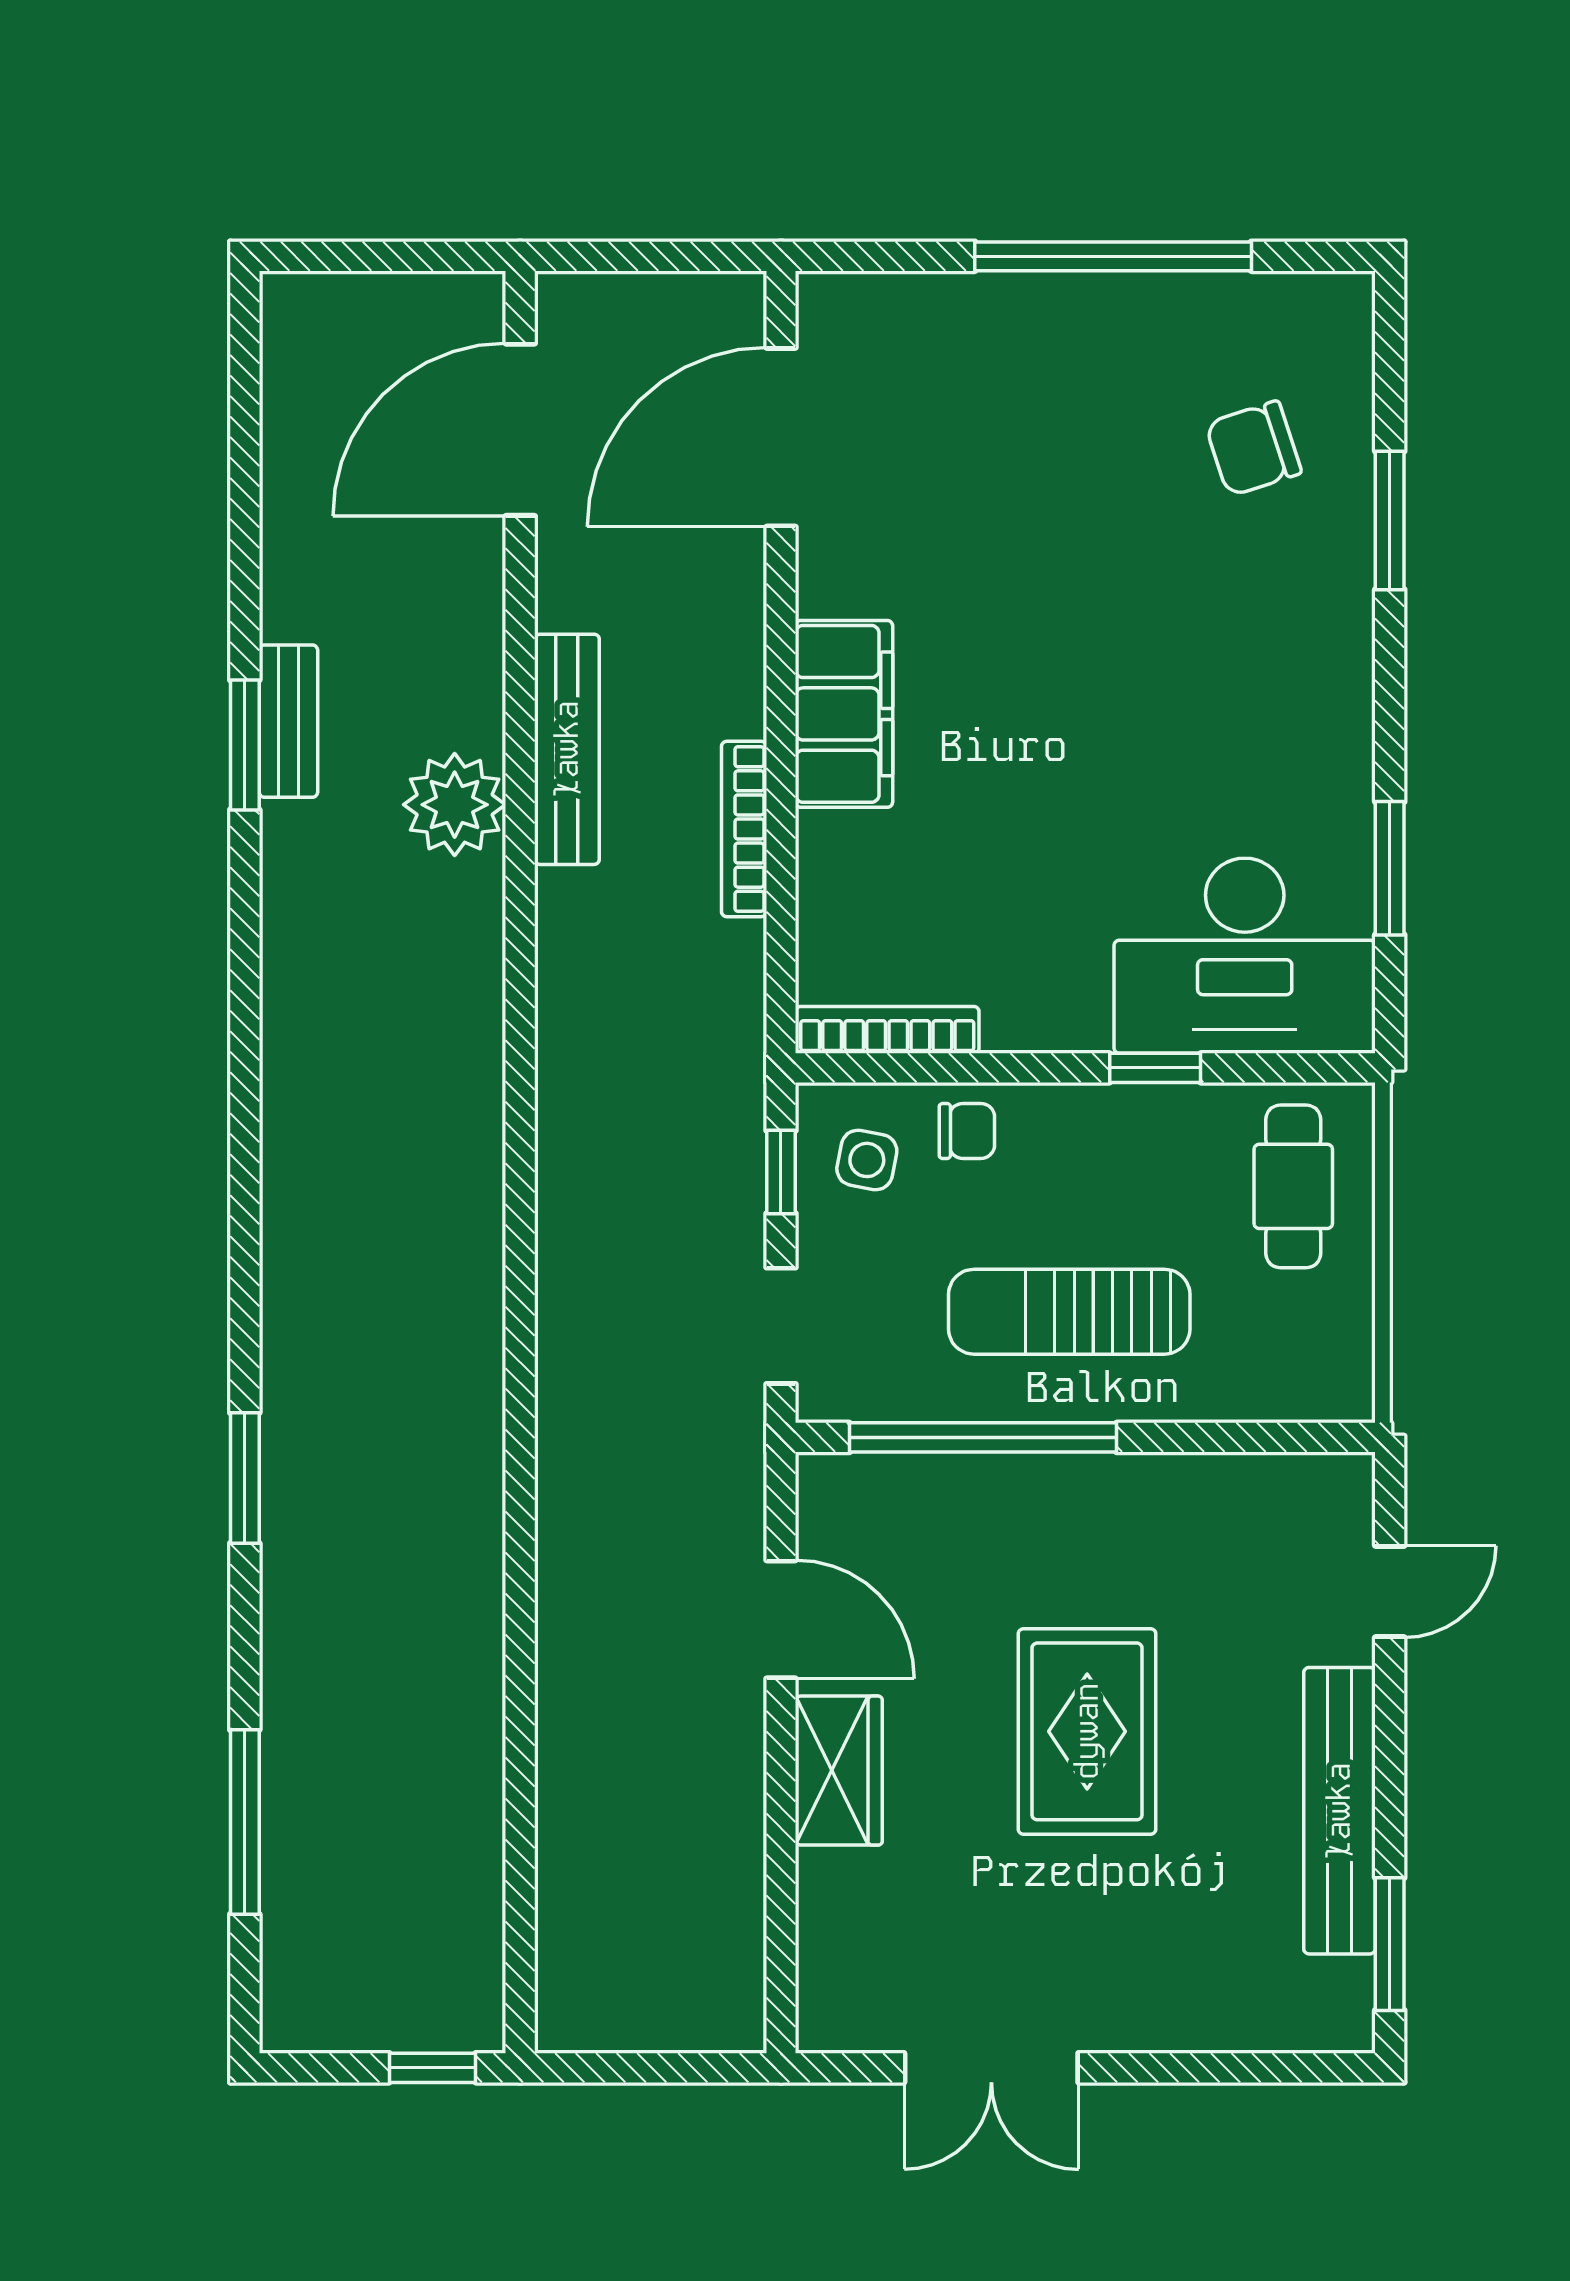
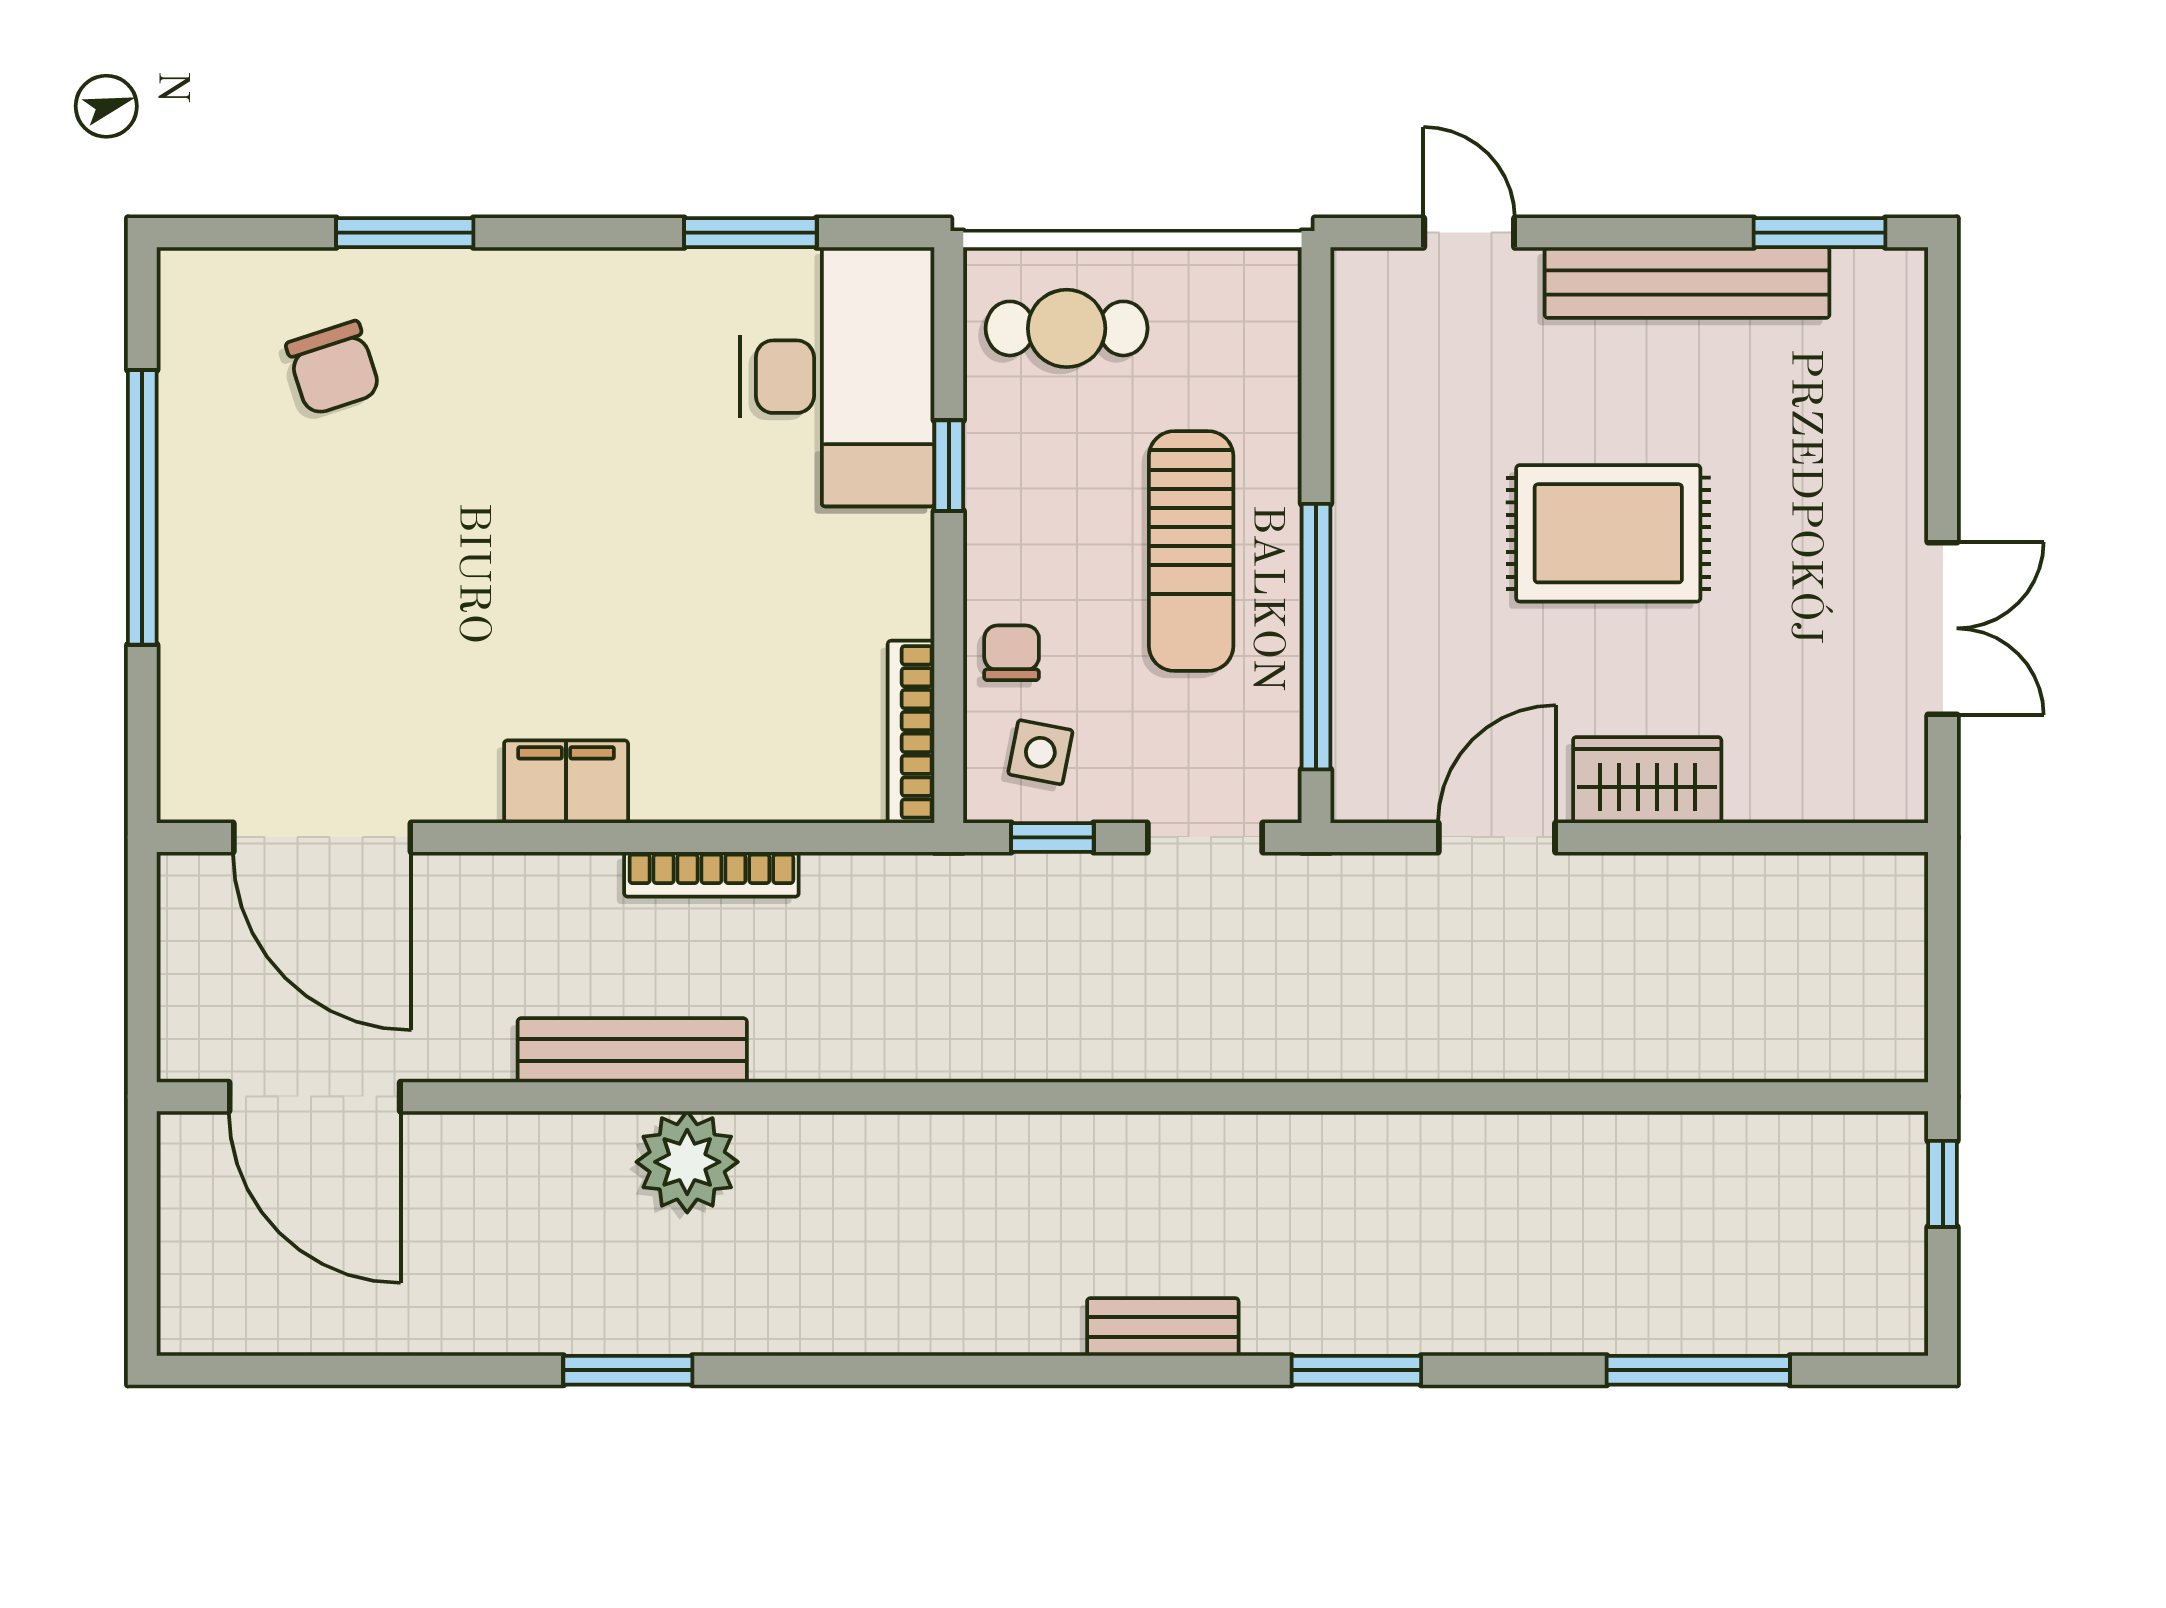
filing cabinet: (844, 714) -> (566, 782), width x0.67, depth x0.86
bench: (288, 721) -> (1163, 1327), moved

